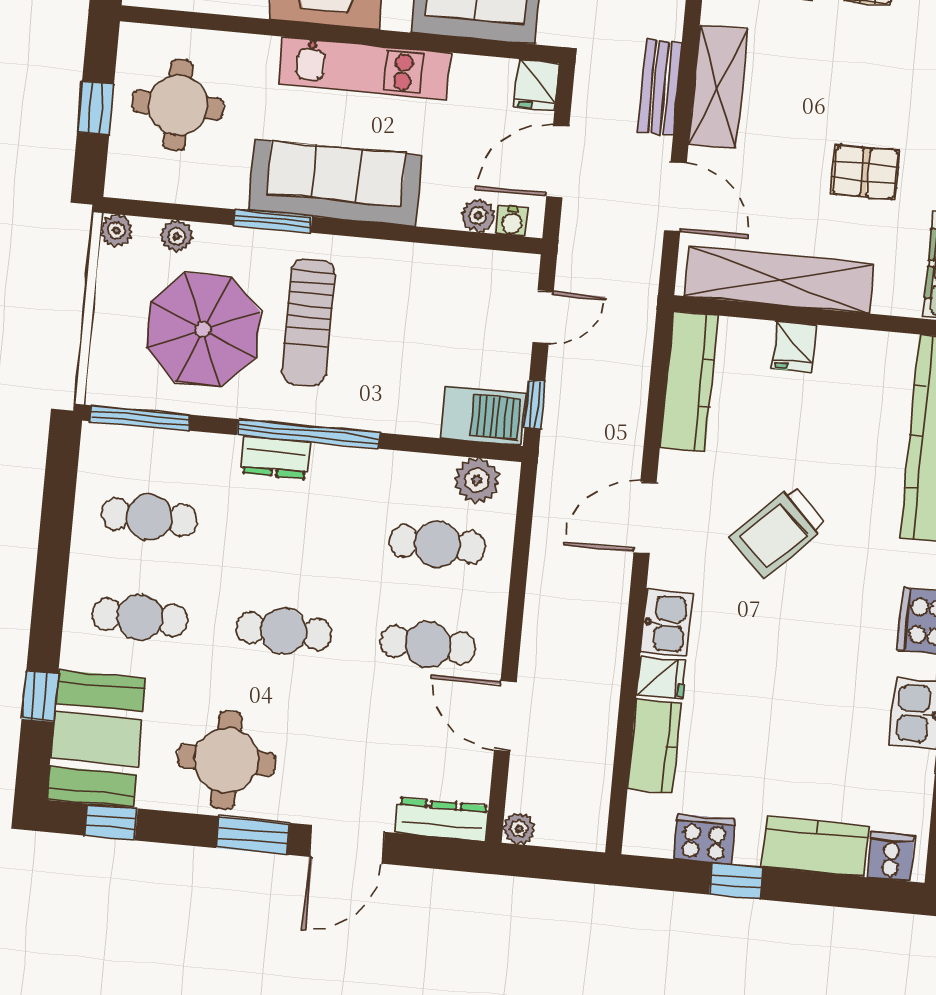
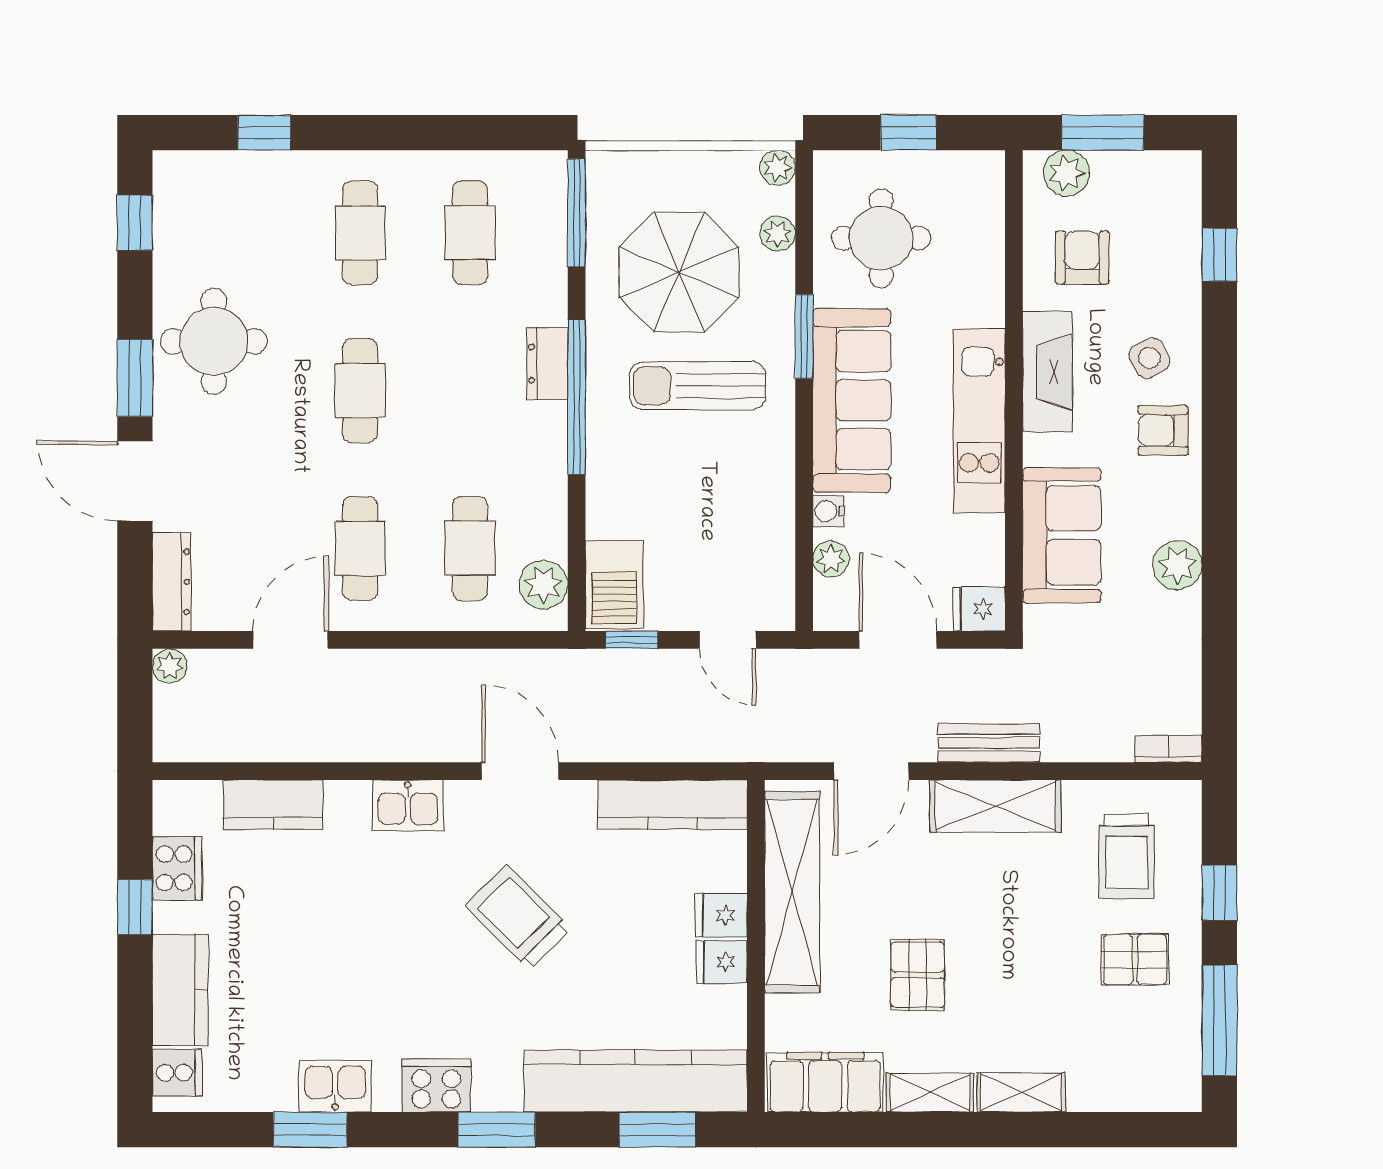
round table: (178, 105) -> (881, 238), moved
water cooler: (512, 221) -> (828, 511), moved
fridge: (661, 678) -> (722, 962), moved, turned 90
booth: (96, 739) -> (224, 198), removed

